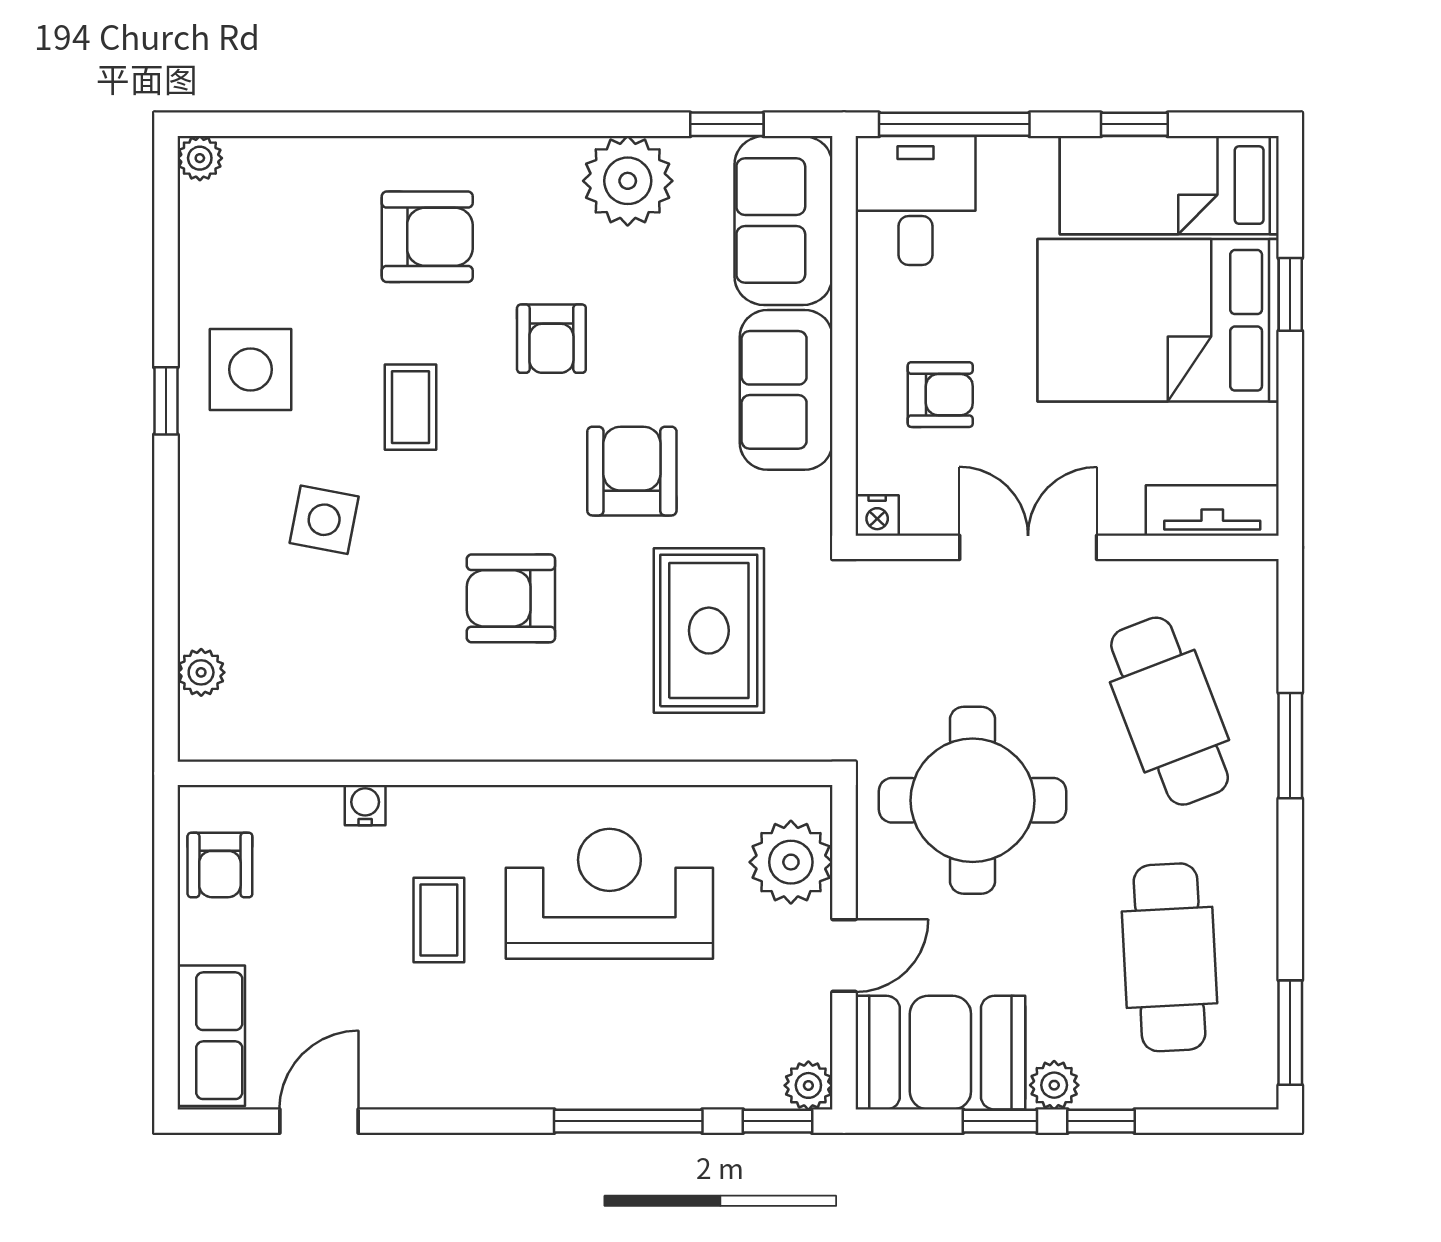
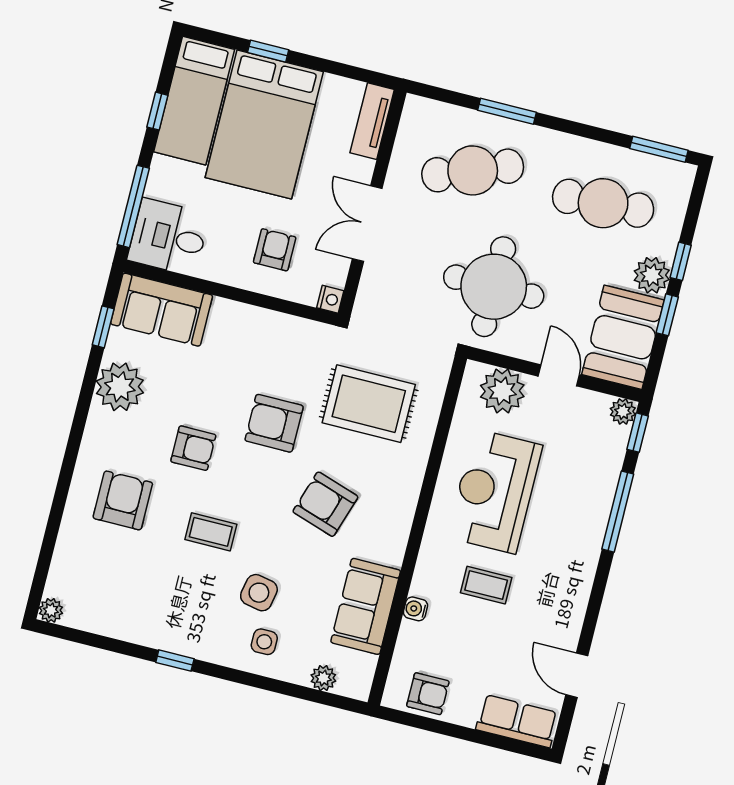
side table: (251, 369) -> (264, 642), moved, width x0.54, depth x0.54
sofa: (786, 390) -> (366, 606), moved, turned 90
armchair: (511, 598) -> (325, 504), turned 108
plant: (1054, 1085) -> (652, 275), width x1.38, depth x1.38

